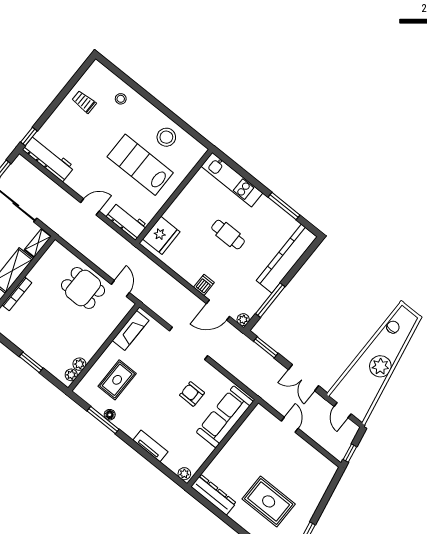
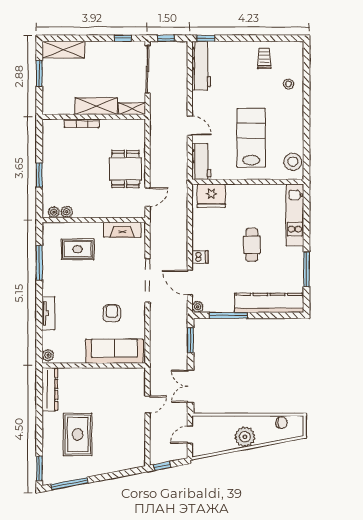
stool: (166, 137) -> (293, 162), moved
floor lamp: (110, 415) -> (47, 264), removed

